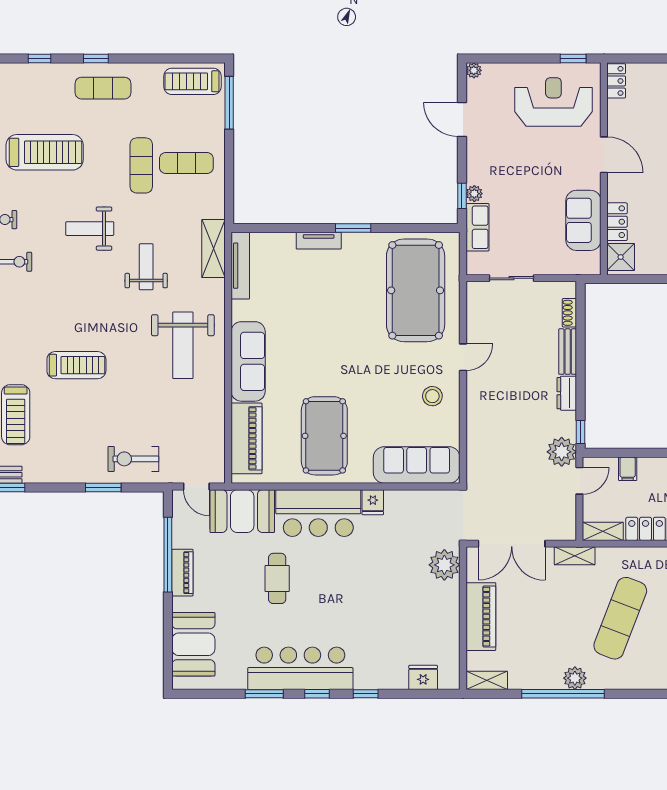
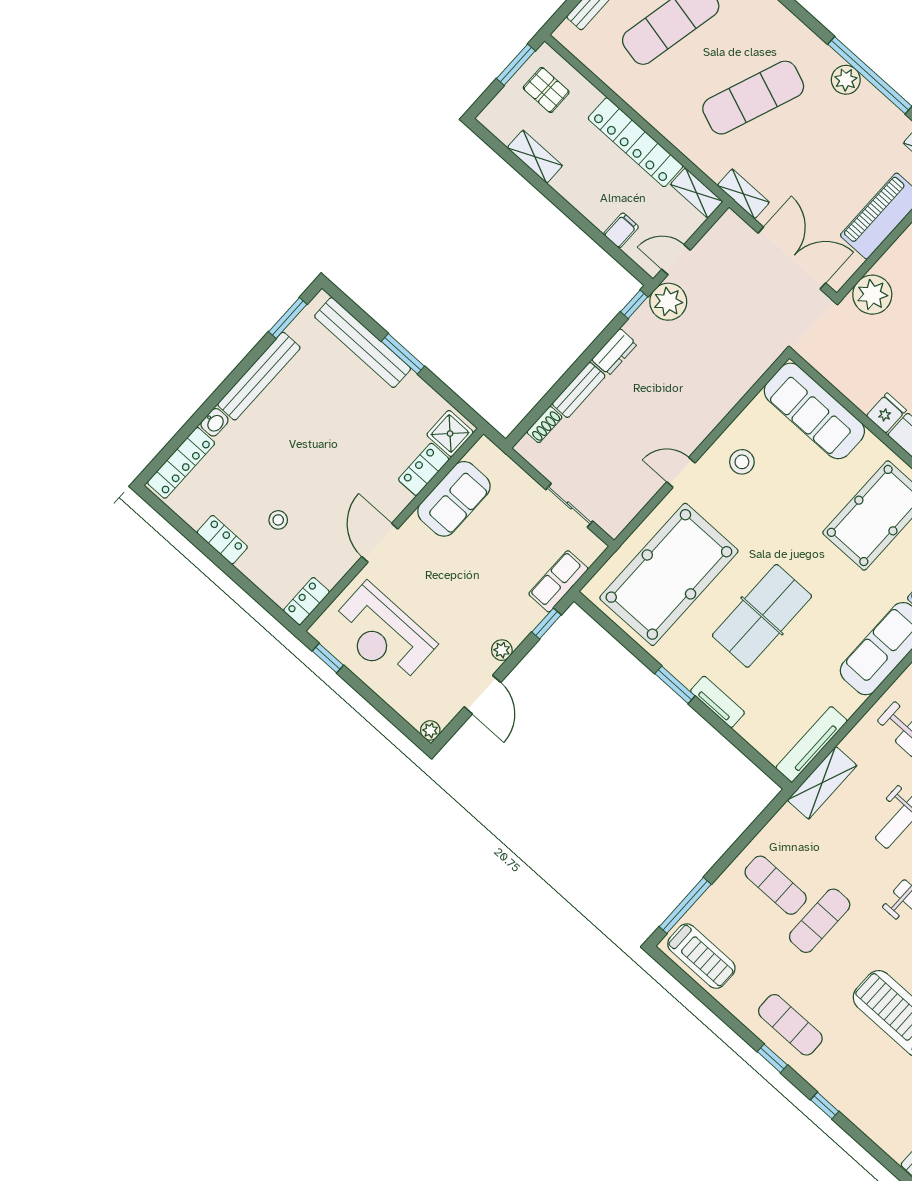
plant: (474, 194) -> (502, 650), moved
table tennis table: (338, 315) -> (762, 616), added

